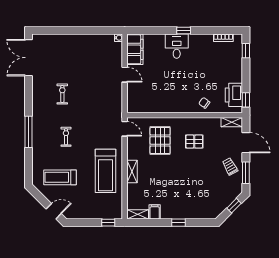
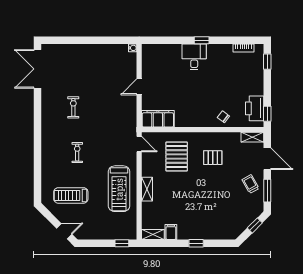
filing cabinet: (135, 49) -> (158, 119), moved, turned -90
door: (125, 75) -> (139, 87), swing flipped
window: (29, 132) -> (38, 147), removed

